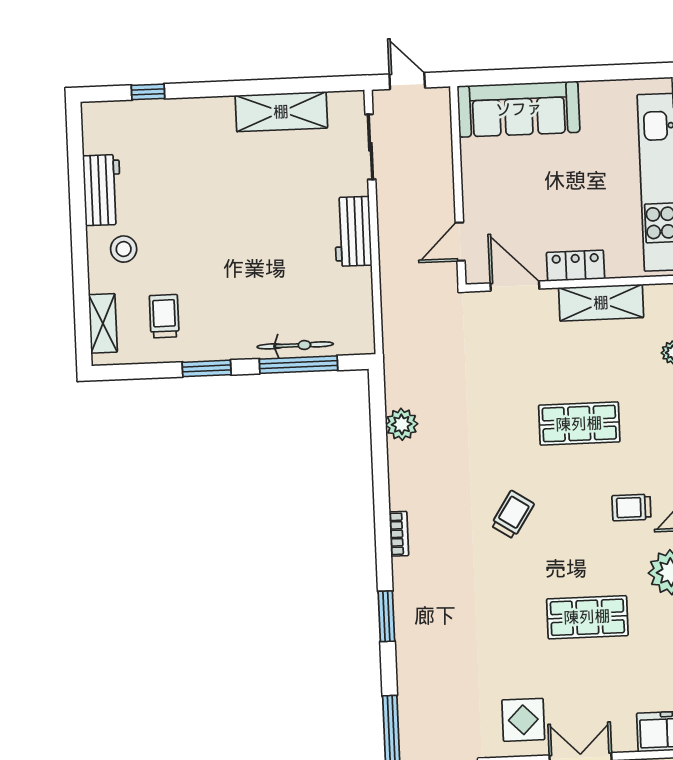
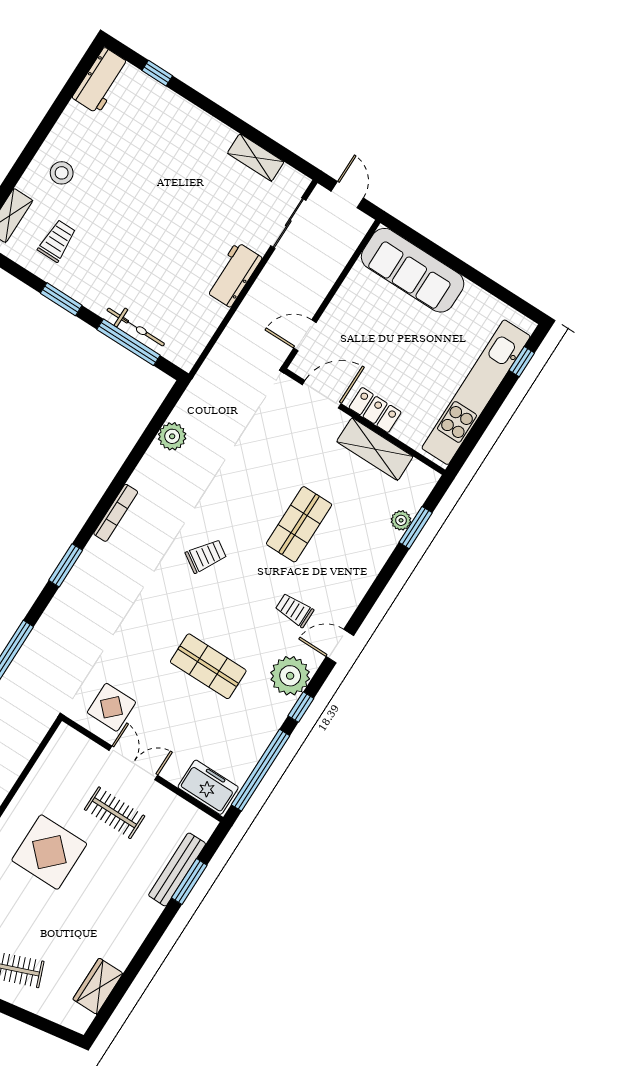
shelving: (281, 112) -> (256, 158), width x0.67, depth x0.75
workbench: (102, 190) -> (101, 81), moved
door: (515, 286) -> (322, 394), hinge flipped
shop shelf: (579, 424) -> (299, 524), turned 90
bookcase: (399, 534) -> (116, 513), width x1.56

